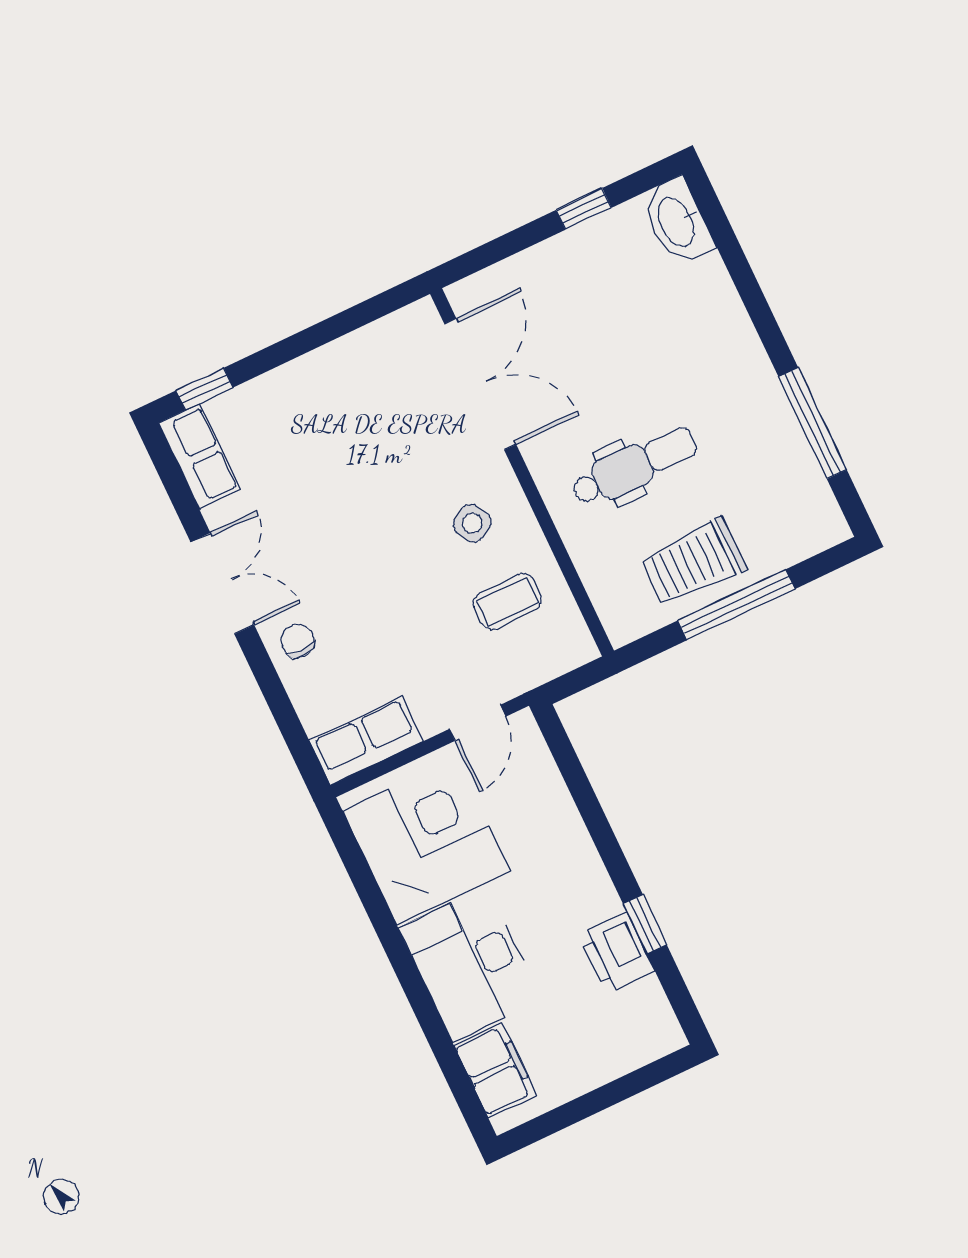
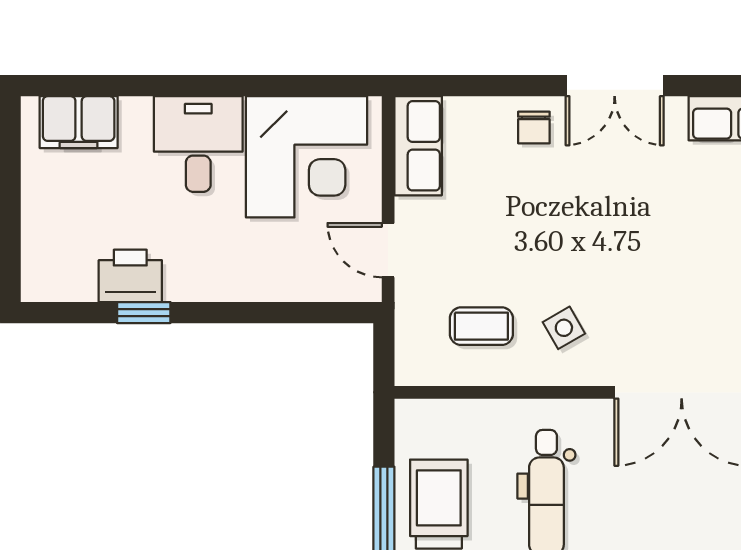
coffee table: (507, 601) -> (481, 326), turned 90
chair: (298, 641) -> (534, 127), turned 90
desk: (470, 964) -> (198, 144), width x0.73

